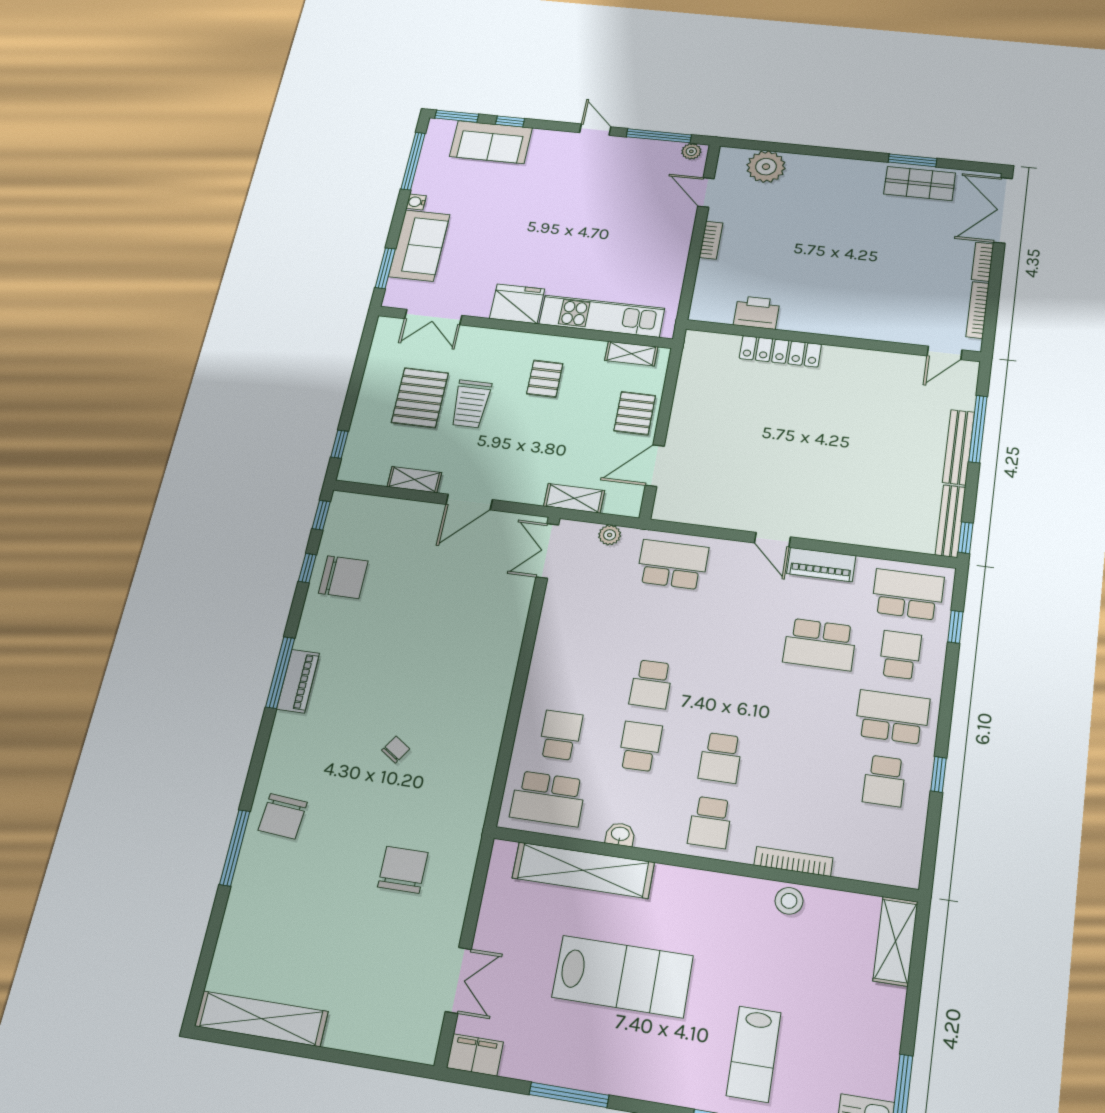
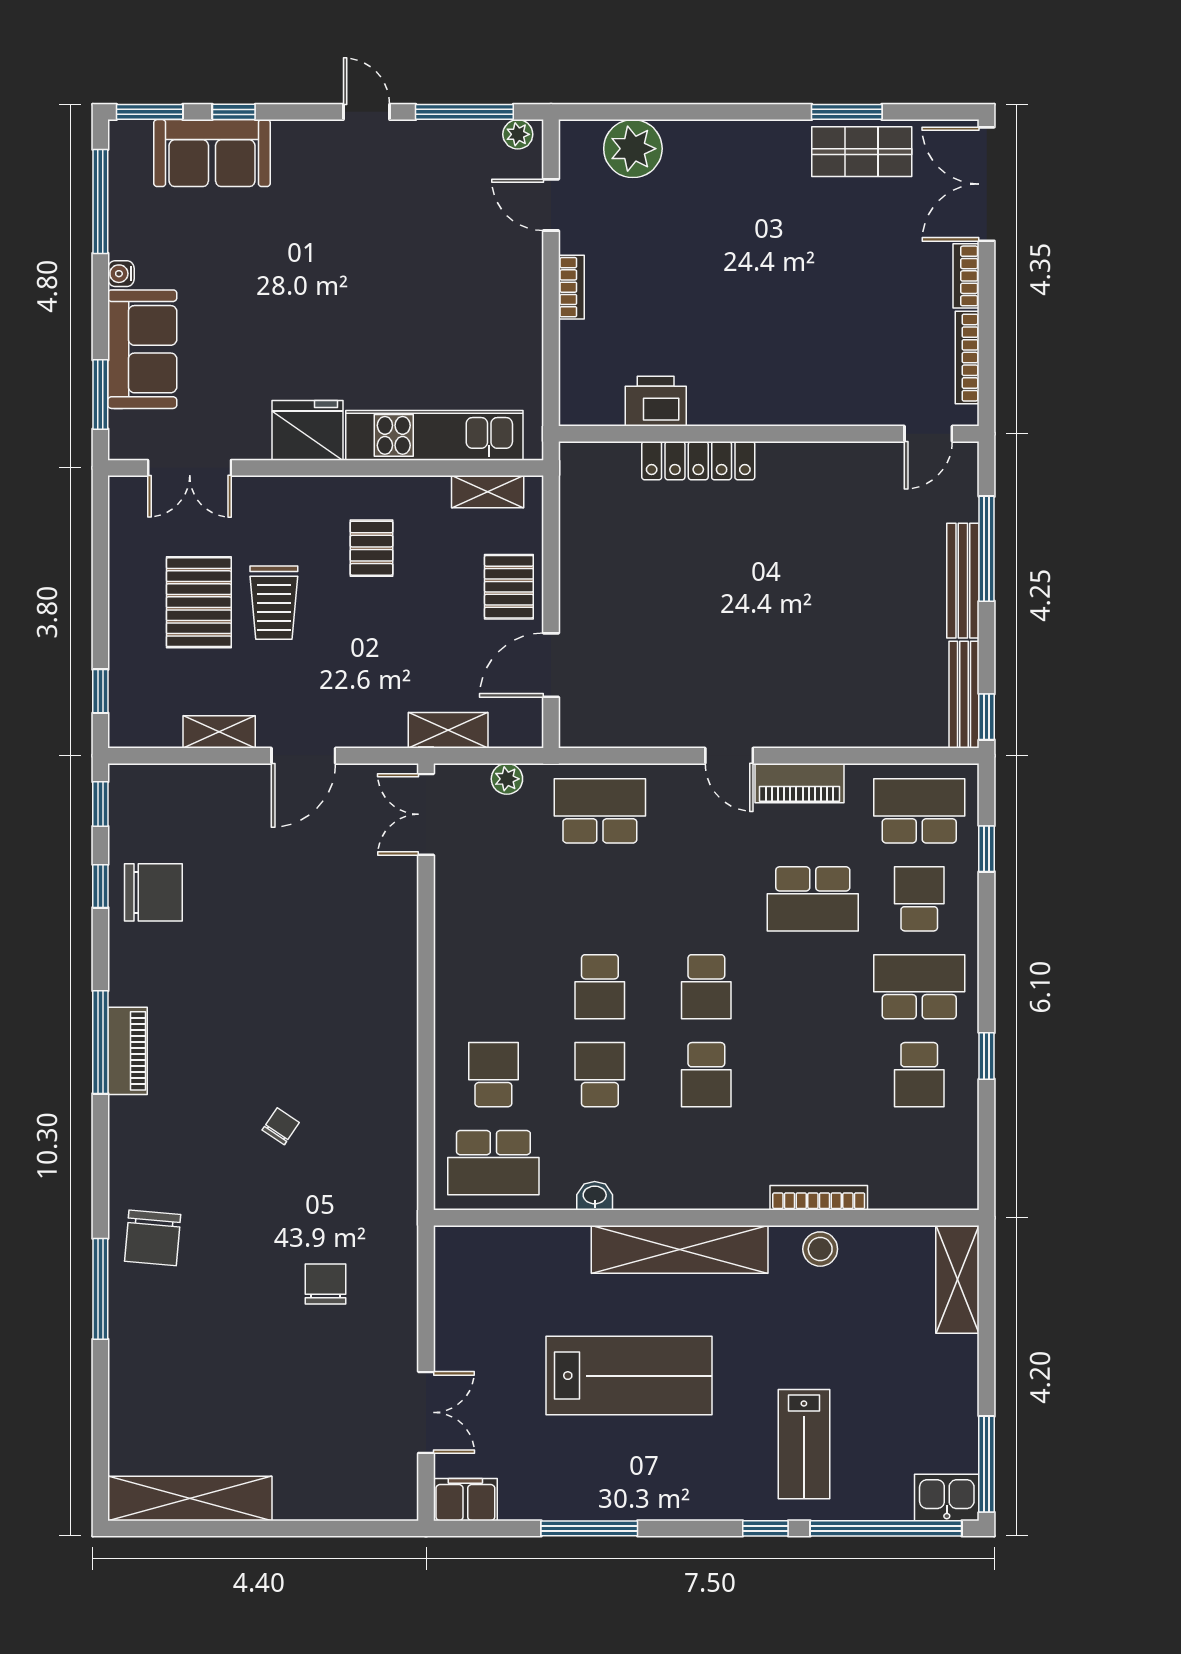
school desk: (710, 822) -> (706, 987), moved
chair: (403, 870) -> (326, 1284), width x0.73, depth x0.73
shelving: (583, 870) -> (680, 1249), moved

